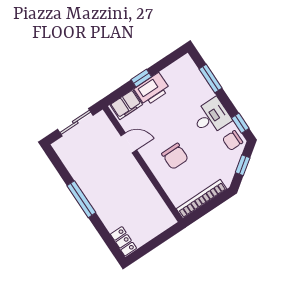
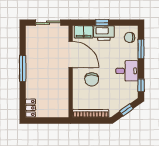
chair: (233, 141) -> (130, 37), moved
door: (129, 143) -> (71, 54), width x1.87

